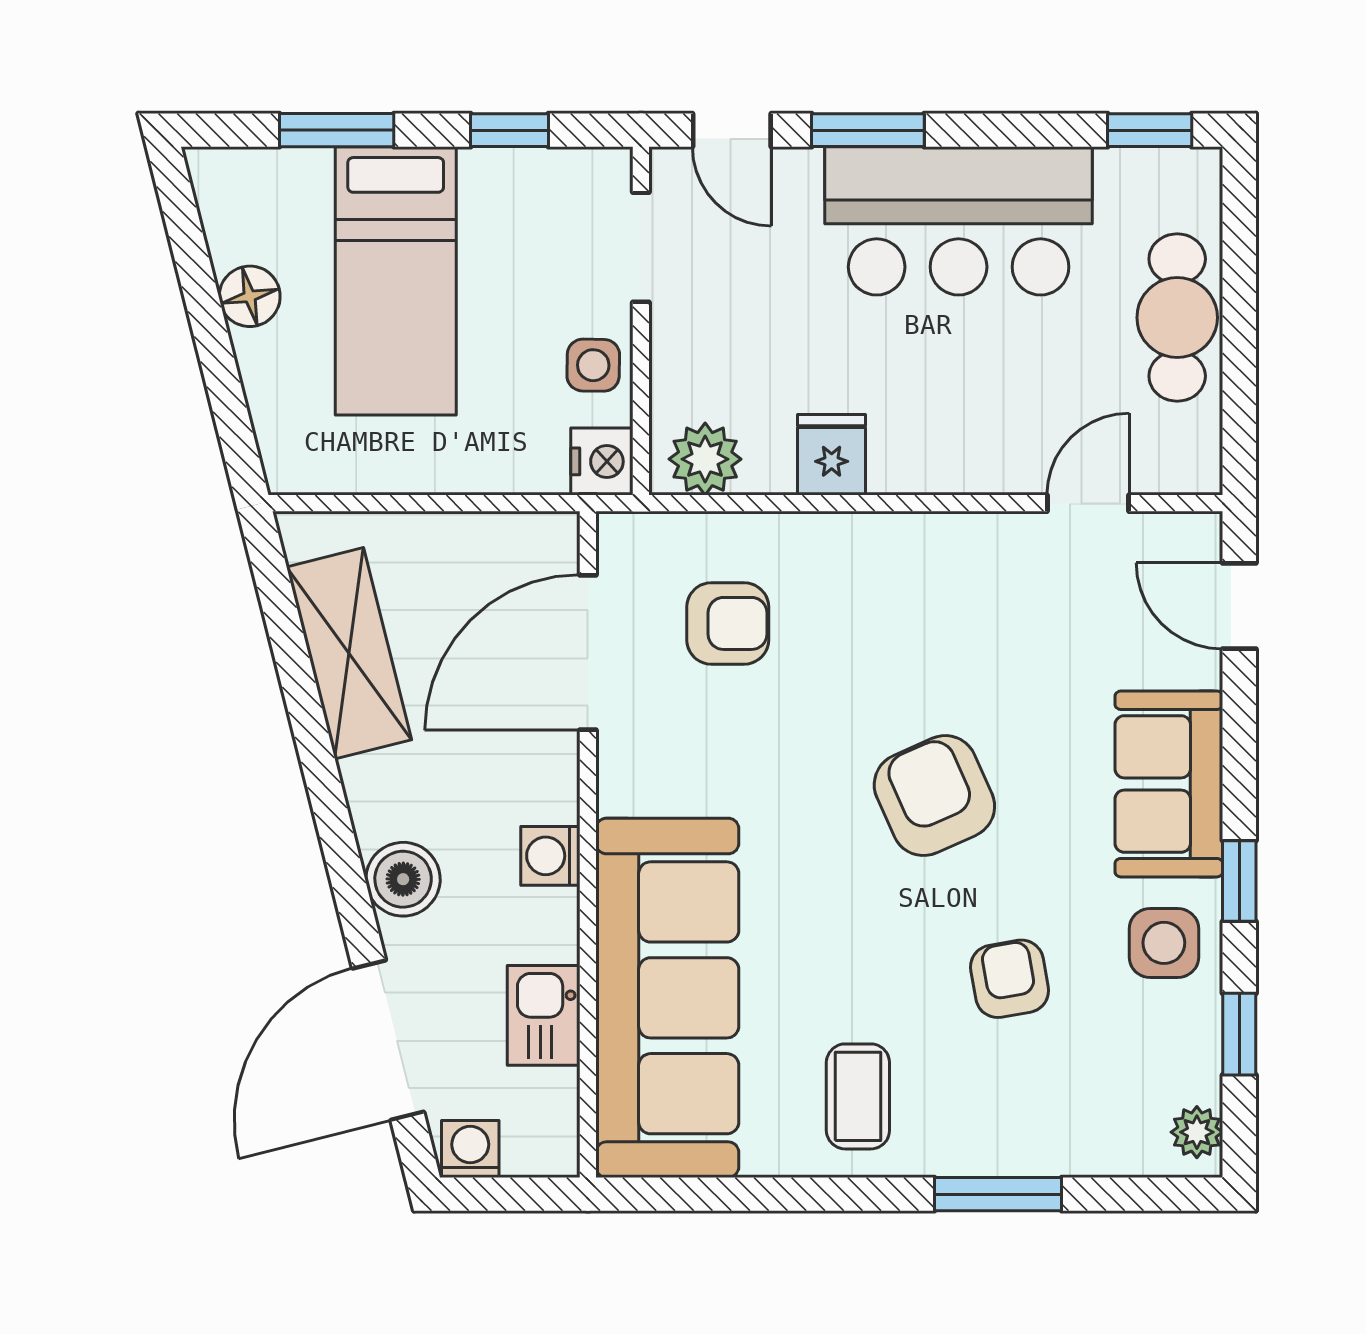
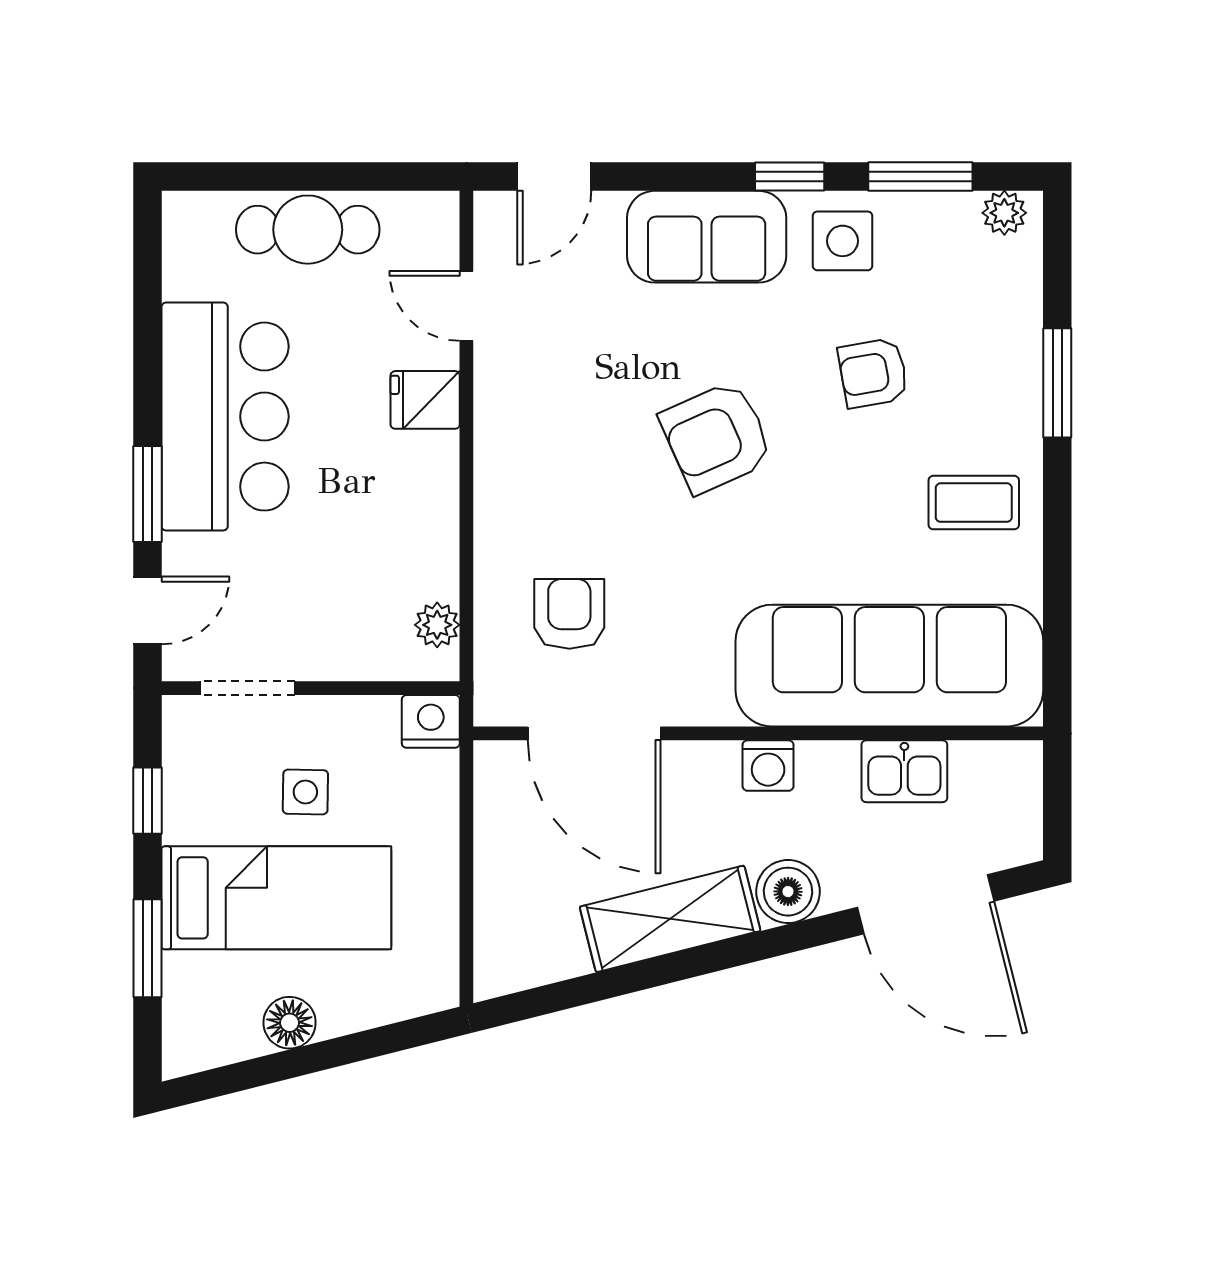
window: (1150, 130) -> (147, 253), removed
side table: (593, 365) -> (305, 792), moved
fridge: (832, 455) -> (425, 400), moved
plant: (705, 459) -> (437, 625), width x0.73, depth x0.73
shelving: (349, 653) -> (670, 919), moved
window: (1239, 1034) -> (920, 177), width x1.50
washing machine: (470, 1149) -> (1019, 834), removed

